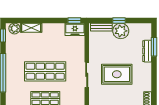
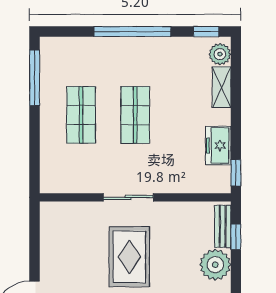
window: (119, 20) -> (236, 237), moved
freezer: (75, 29) -> (218, 146), moved
shop shelf: (45, 71) -> (135, 115), width x0.70, depth x0.74

